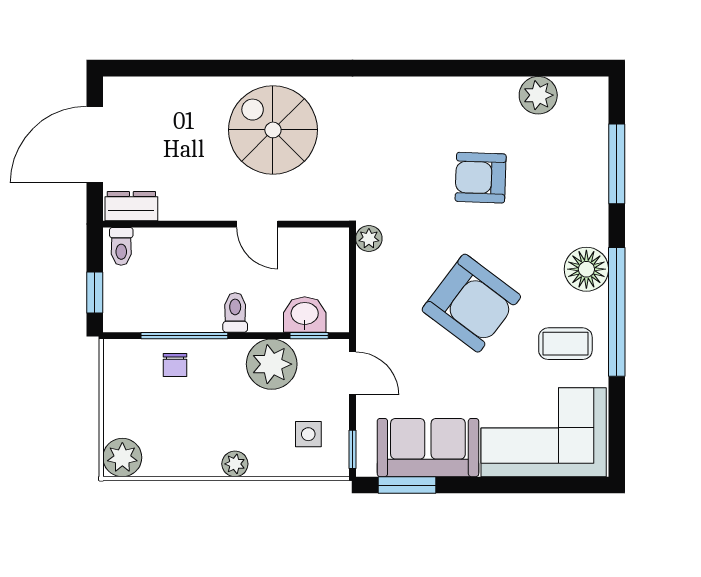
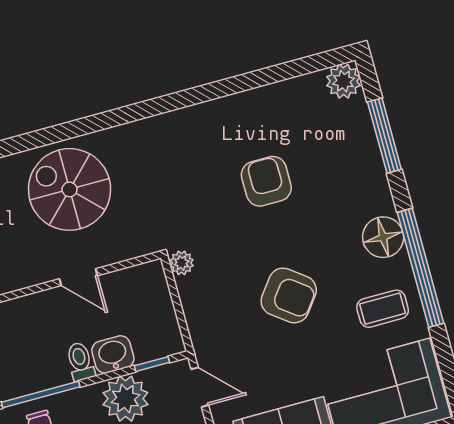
plant: (538, 95) -> (343, 81), moved
armchair: (481, 178) -> (266, 181), turned 88
armchair: (471, 303) -> (289, 295), width x0.73, depth x0.73
washbasin: (305, 315) -> (113, 354), moved

